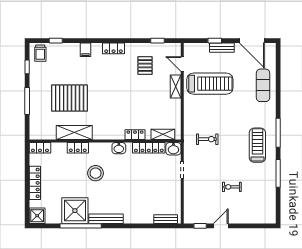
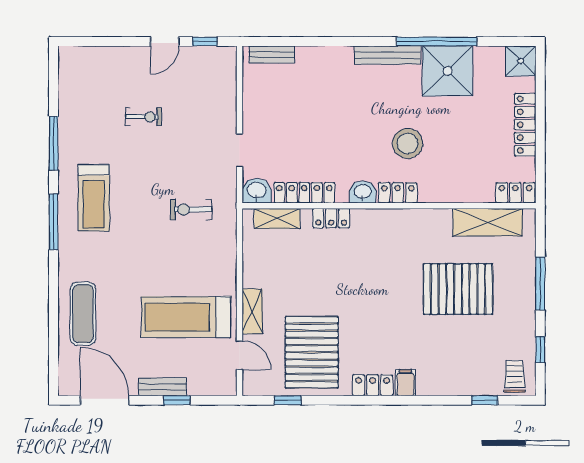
filing cabinet: (85, 50) -> (405, 383), moved
pallet: (145, 66) -> (312, 352), width x2.05, depth x2.00
shelving: (74, 133) -> (488, 222), moved
locker: (78, 148) -> (398, 193), moved

